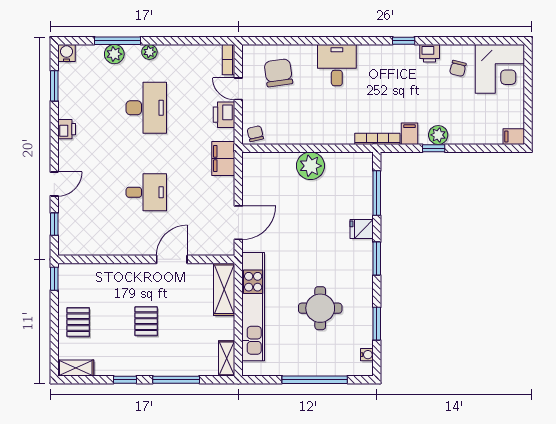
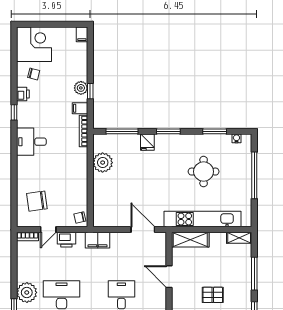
plant: (149, 52) -> (27, 292), width x1.88, depth x1.88
desk: (337, 65) -> (31, 142), moved
plant: (310, 166) -> (103, 163), moved

